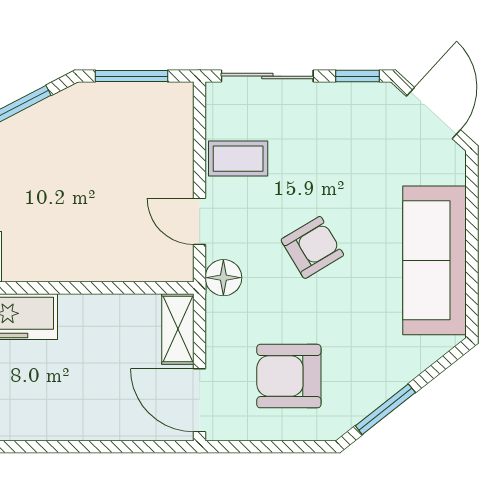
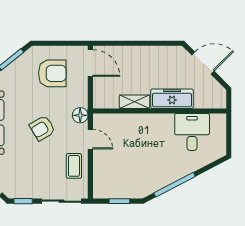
window: (132, 76) -> (119, 201), width x0.67
coffee table: (238, 159) -> (74, 166), turned 90
shelving: (178, 329) -> (135, 102), moved, turned 90

